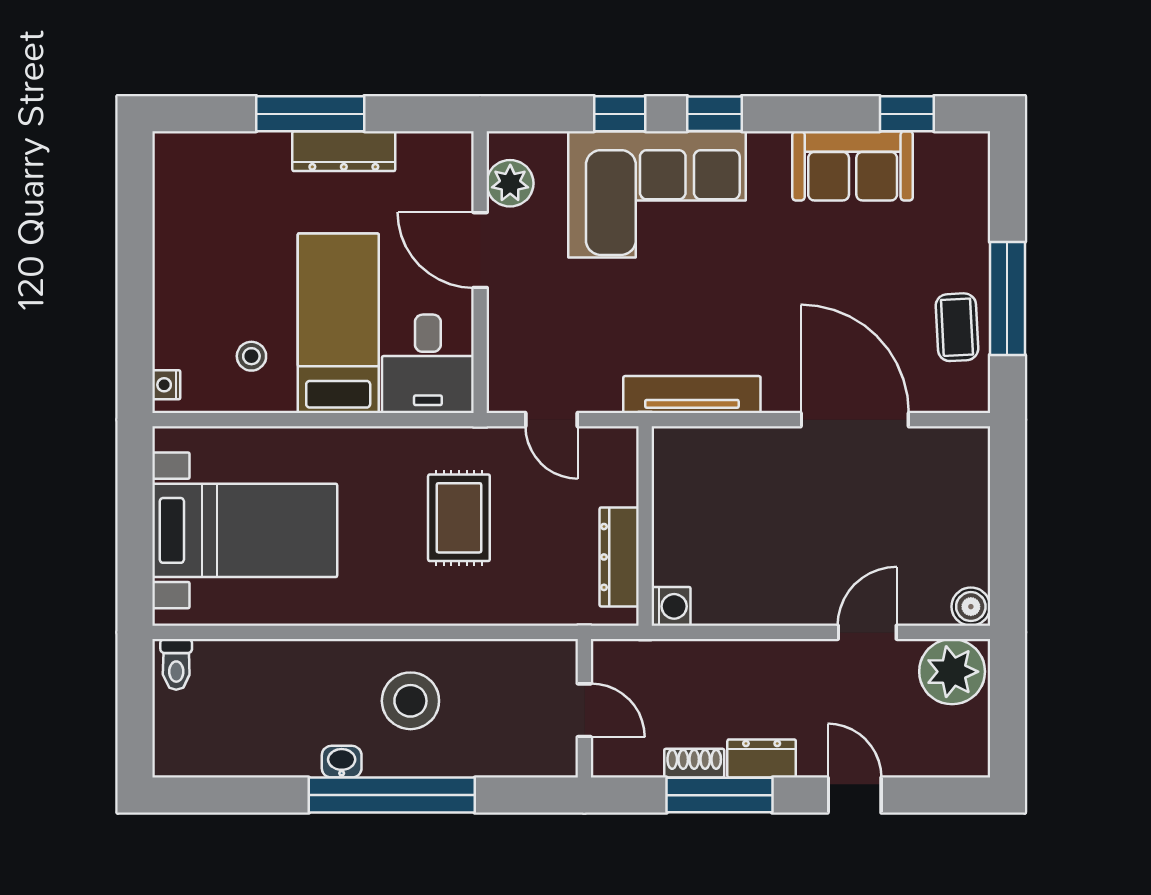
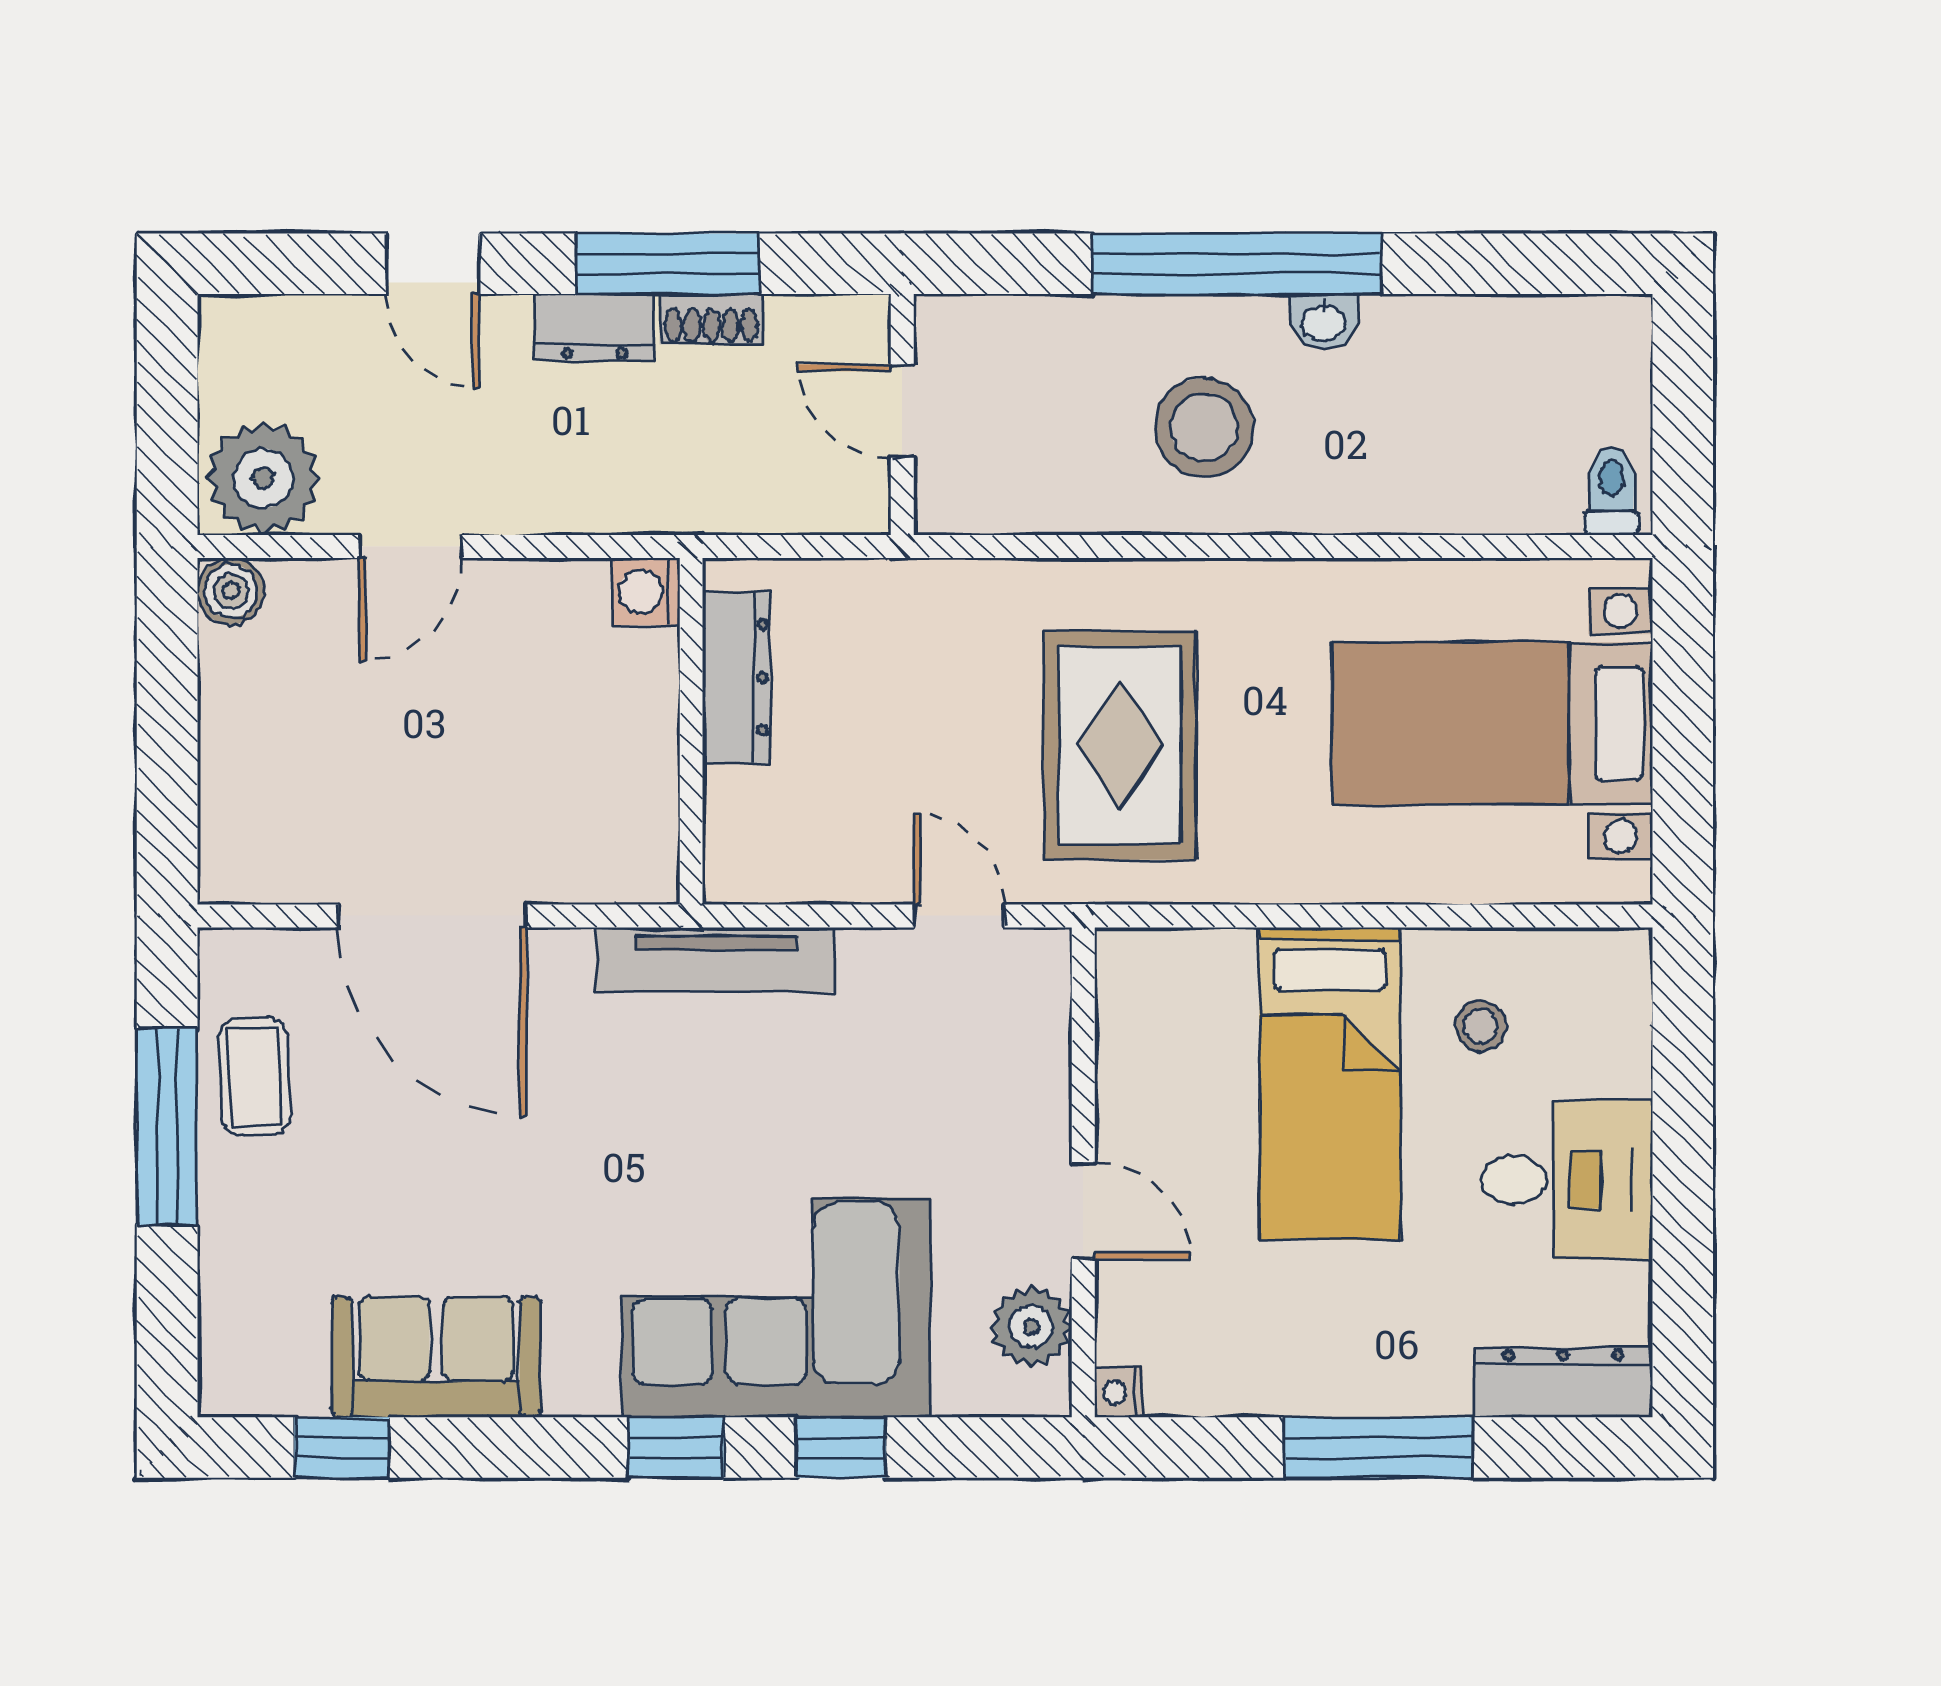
dresser: (344, 151) -> (1563, 1382), moved
door: (480, 250) -> (1083, 1211), width x0.73
desk: (428, 364) -> (1567, 1180), moved, turned 90
nightstand: (166, 385) -> (1119, 1392), moved, turned 180
rug: (459, 518) -> (1120, 745), width x1.36, depth x1.43
wall: (645, 526) -> (691, 731), moved
dresser: (619, 557) -> (736, 677), moved
washing machine: (671, 606) -> (646, 592), moved

